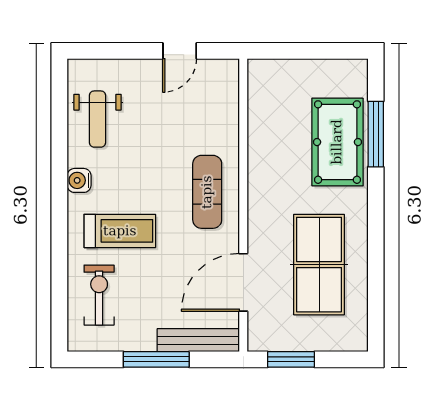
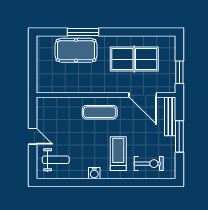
door: (180, 51) -> (33, 136), moved
weight bench: (98, 119) -> (56, 160), moved
window: (376, 134) -> (83, 32), moved
exercise bike: (99, 295) -> (149, 164), turned 180

